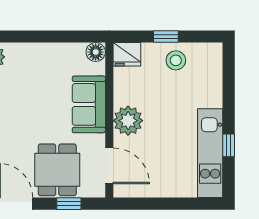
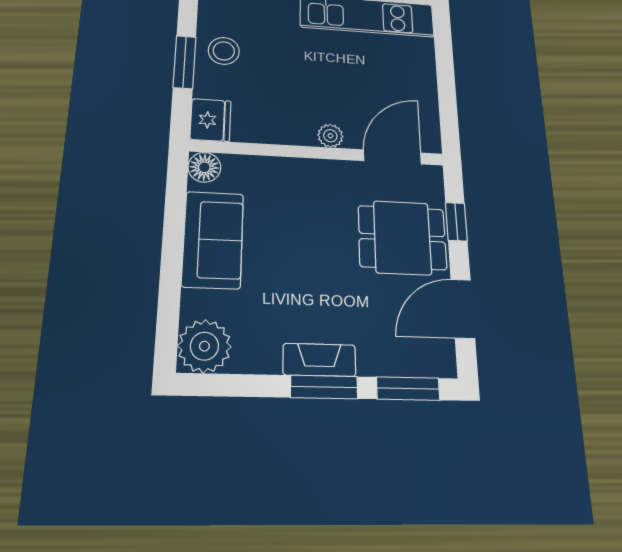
window: (166, 36) -> (185, 62), width x1.50
sofa: (89, 104) -> (213, 240), moved, turned -90
plant: (128, 121) -> (330, 136), width x0.53, depth x0.53

